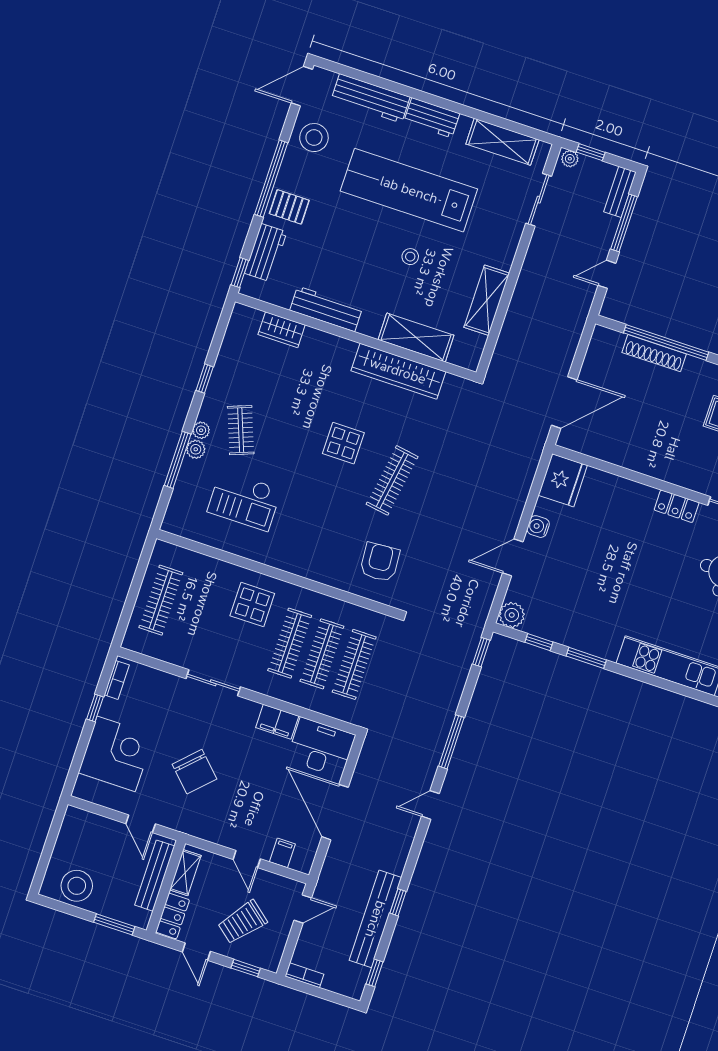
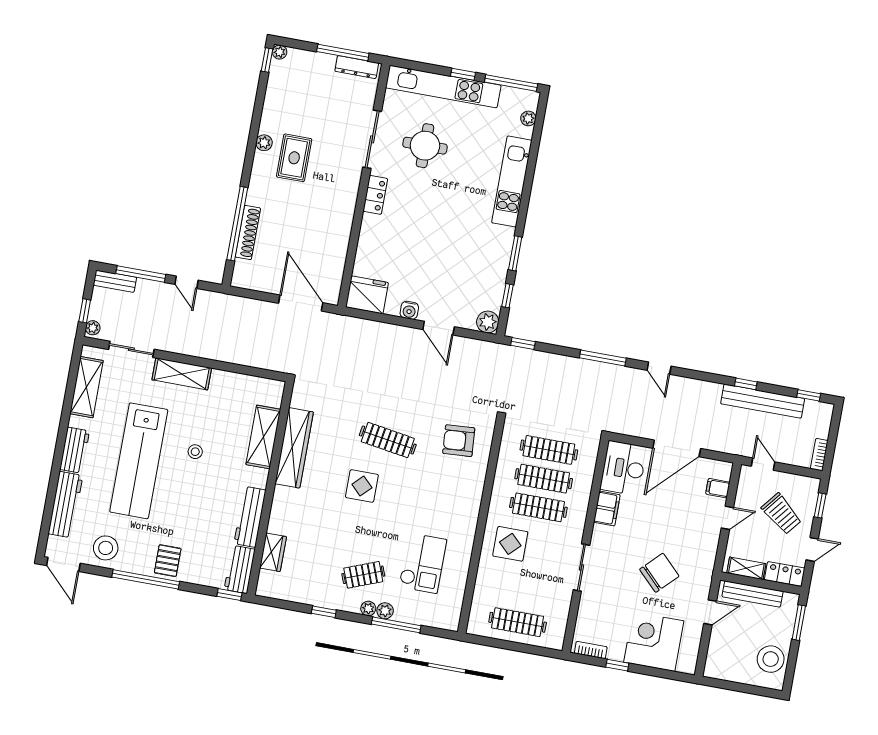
workbench: (266, 253) -> (240, 569), moved, turned -90
shelving: (487, 300) -> (182, 374), moved

